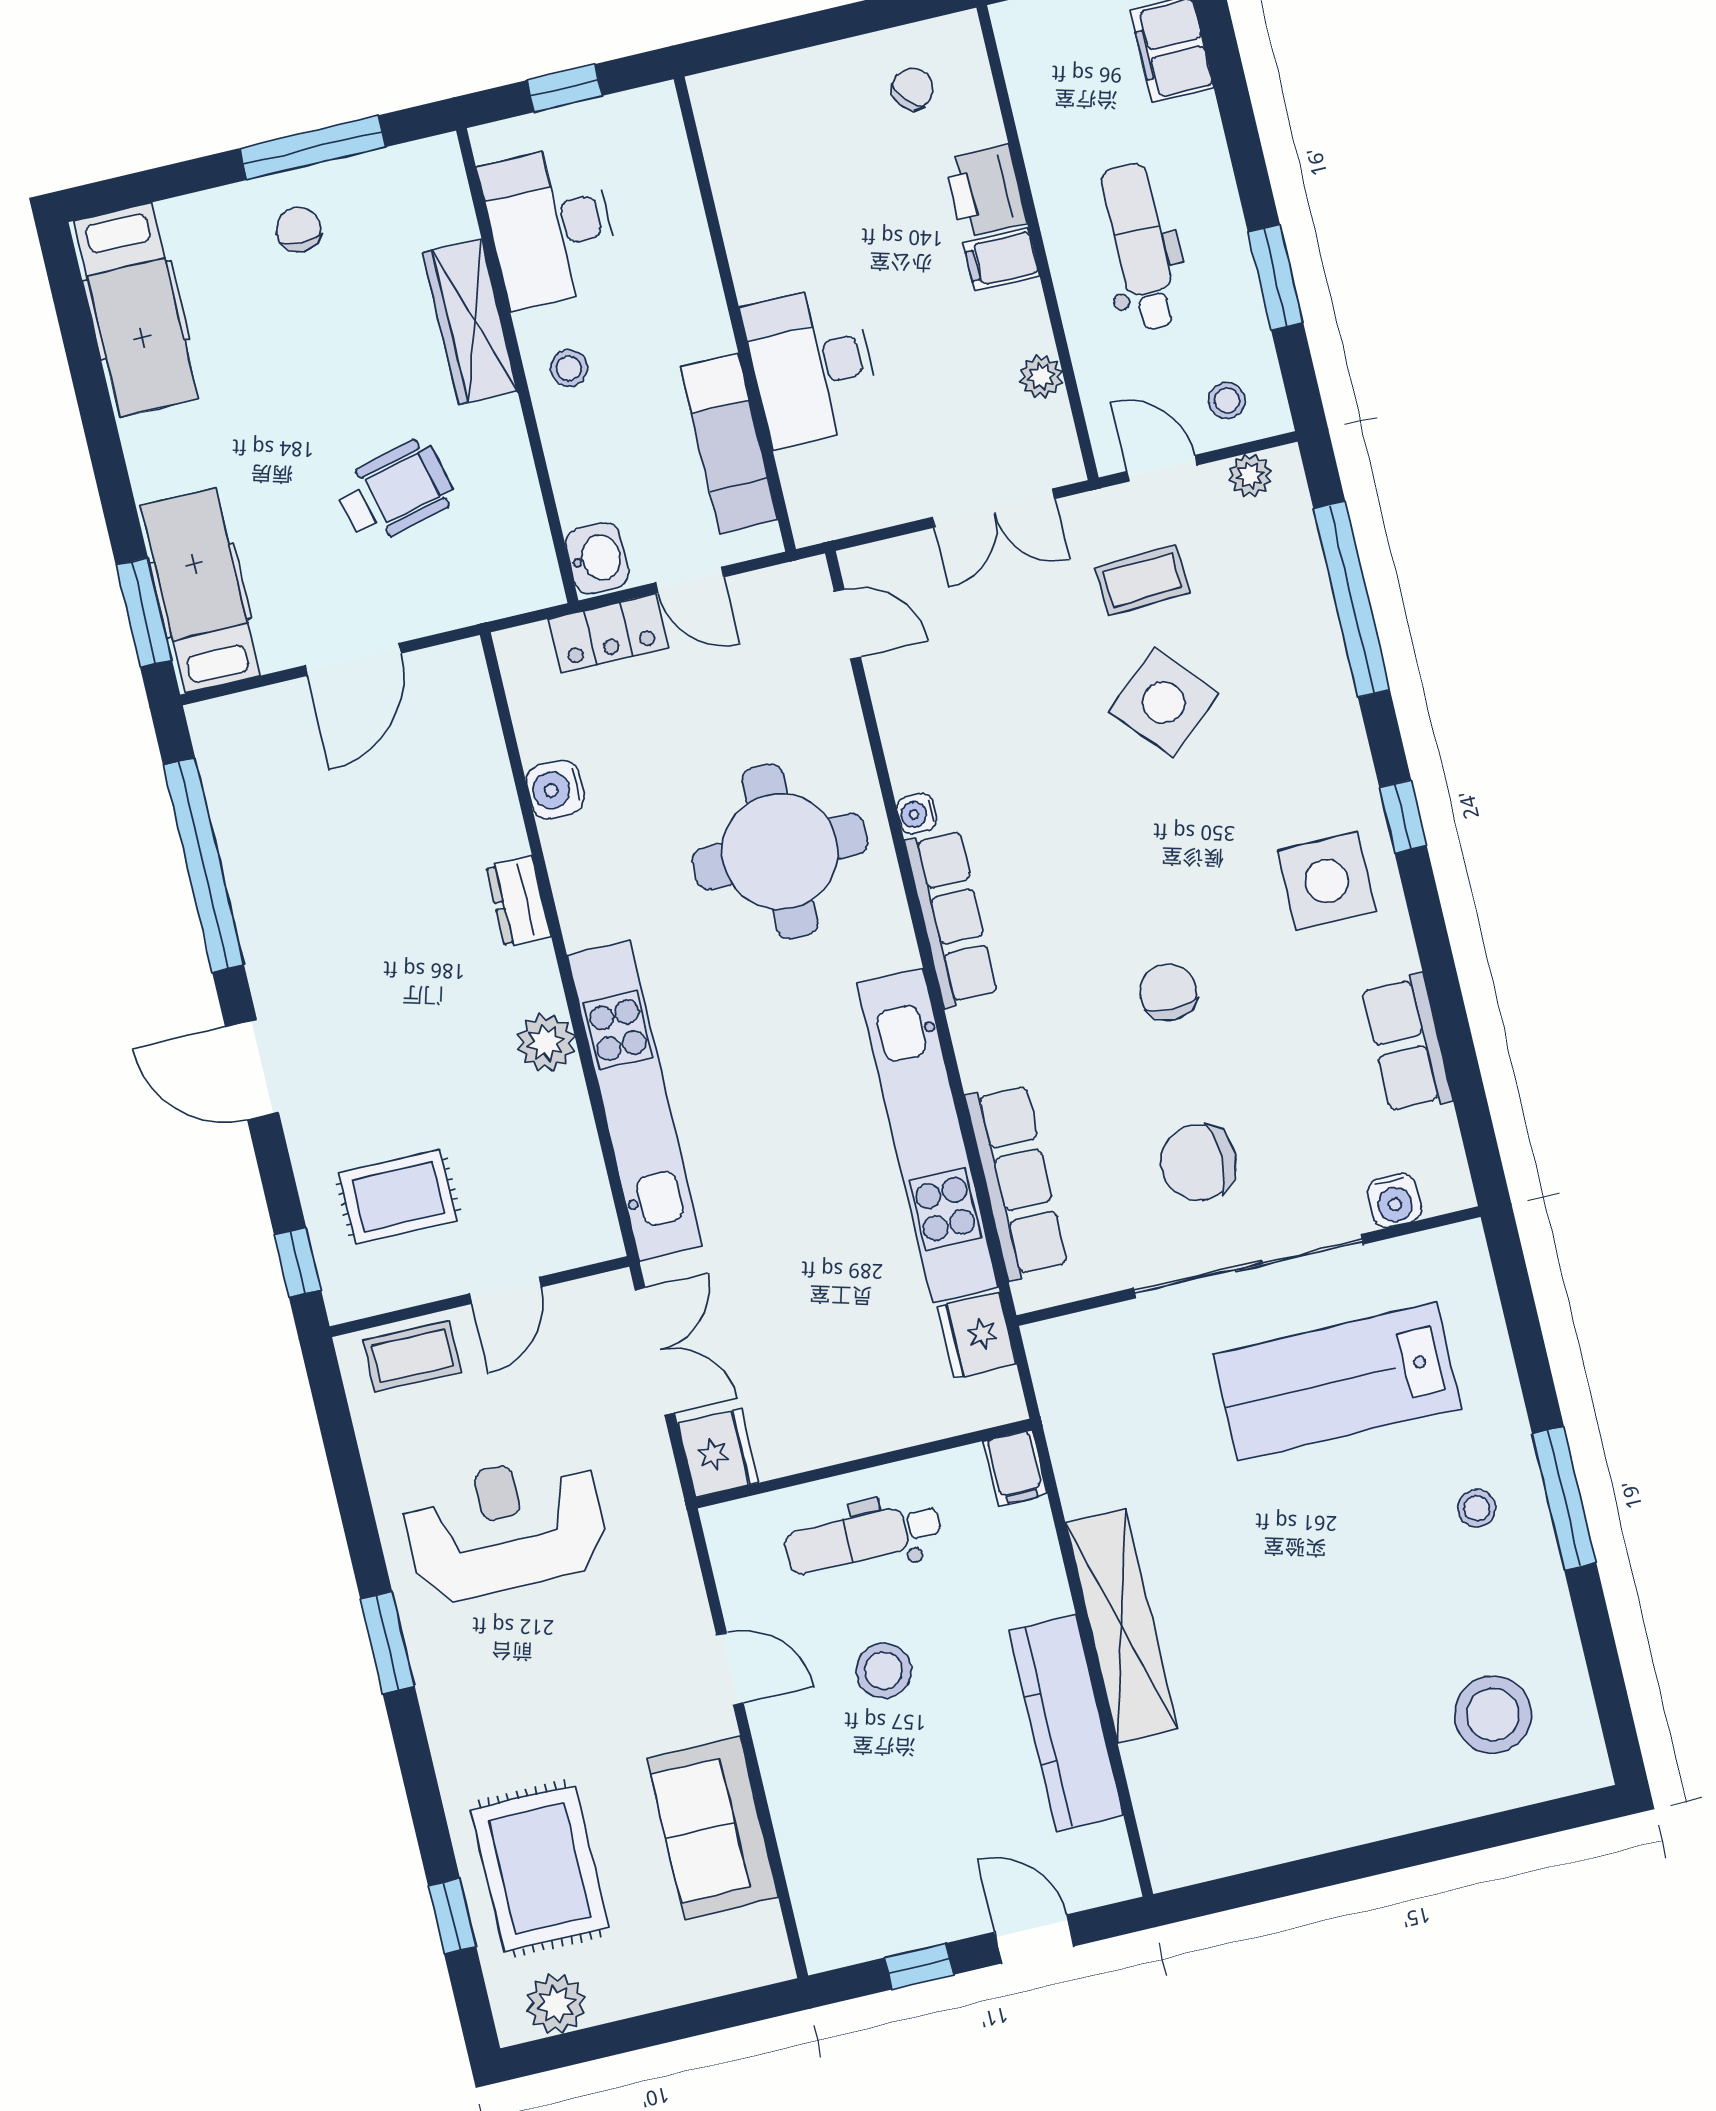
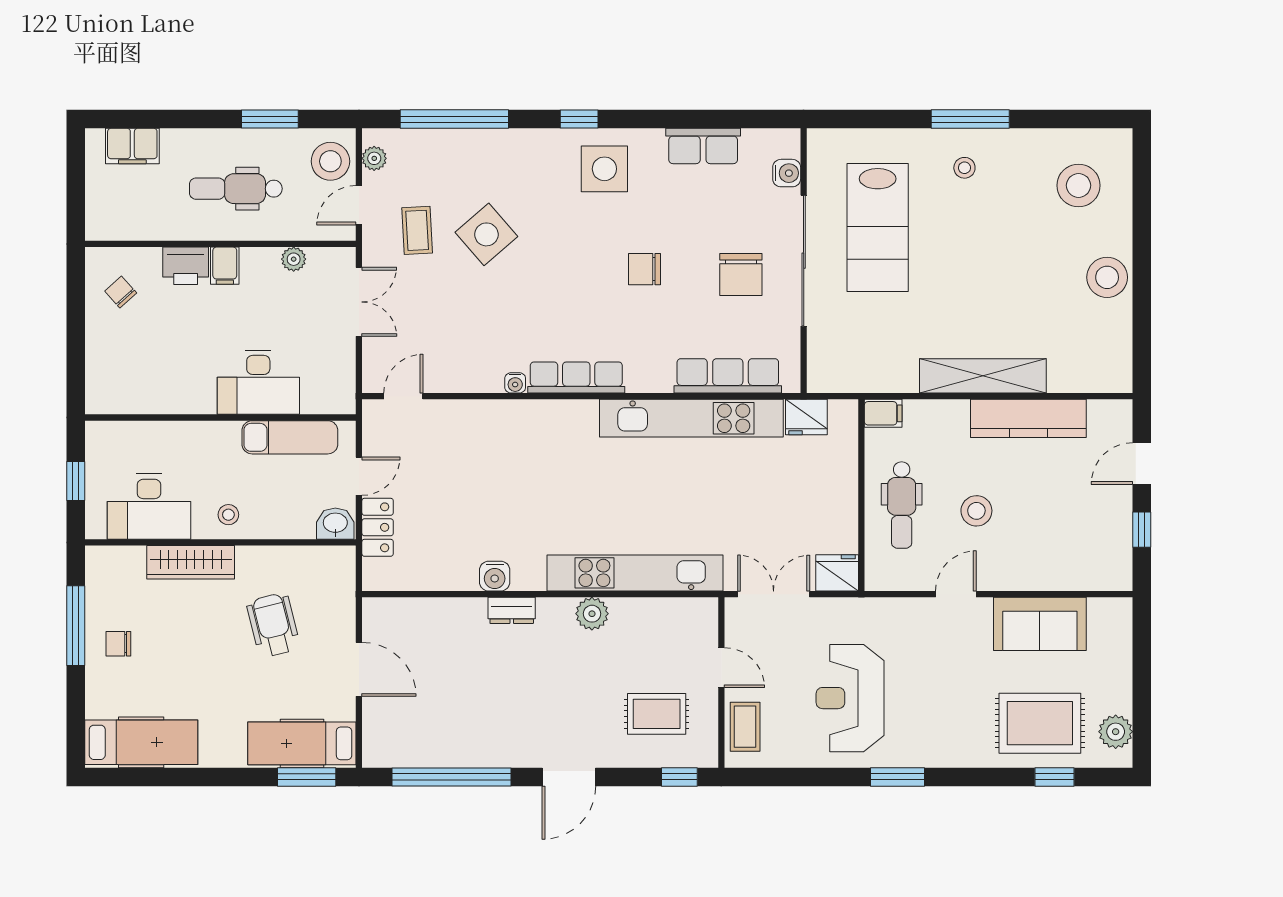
stool: (1227, 400) -> (330, 161), width x1.89, depth x1.89
water cooler: (555, 789) -> (495, 576), moved
round table: (780, 851) -> (518, 462), removed
rug: (398, 1197) -> (657, 714), turned 90
stool: (1345, 1802) -> (1107, 277), added

